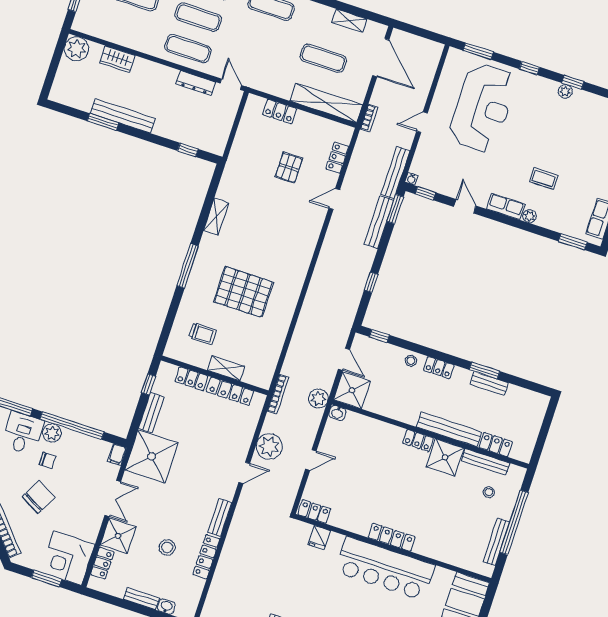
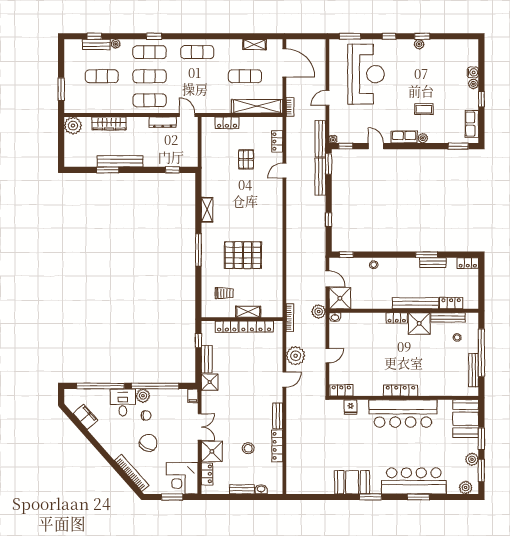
wardrobe: (117, 59) -> (109, 123), width x1.50
locker: (439, 368) -> (468, 263), moved
shower: (151, 456) -> (210, 382), width x0.54, depth x0.54

